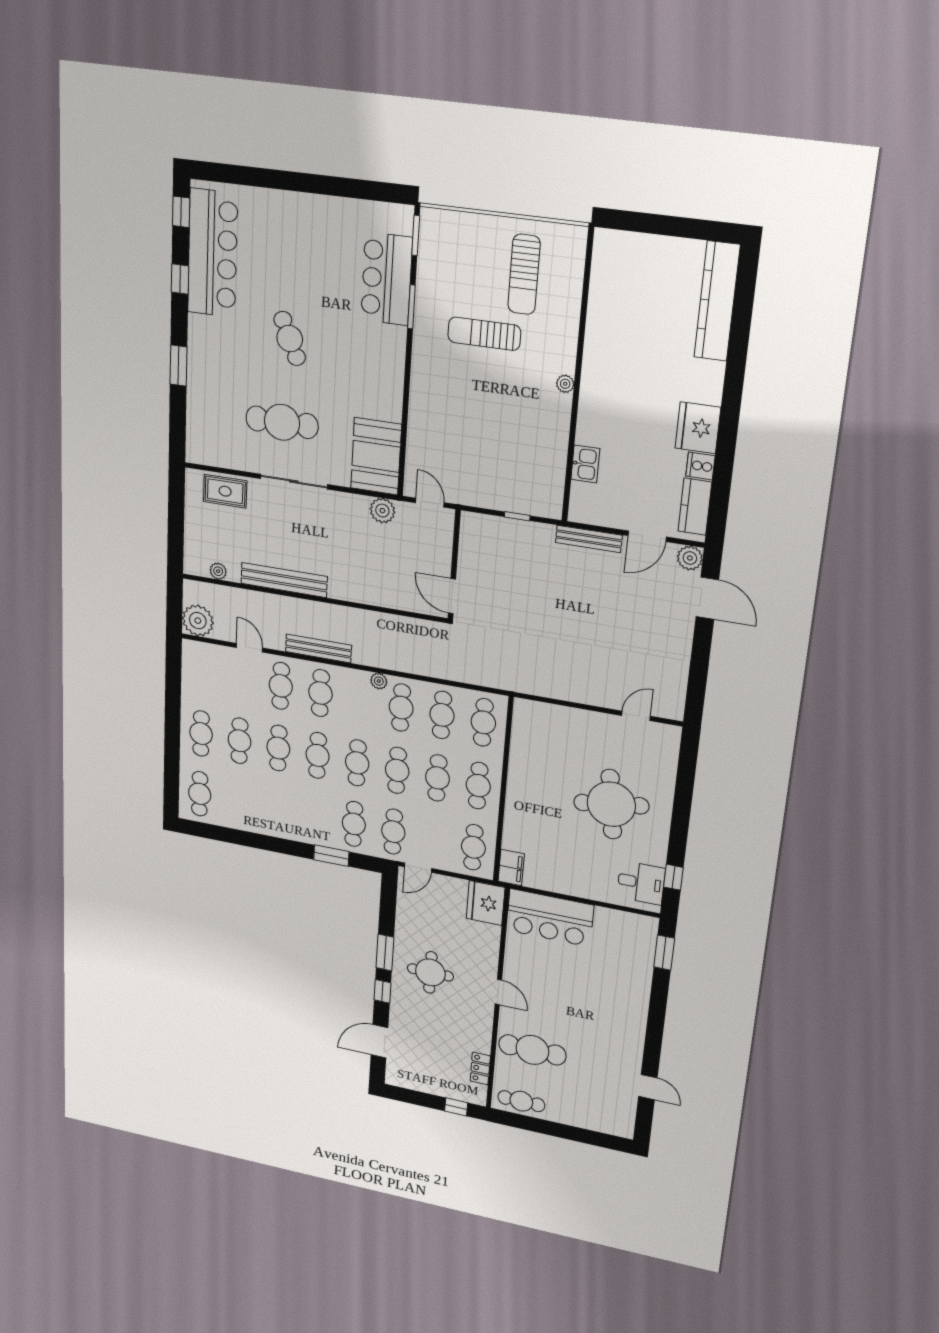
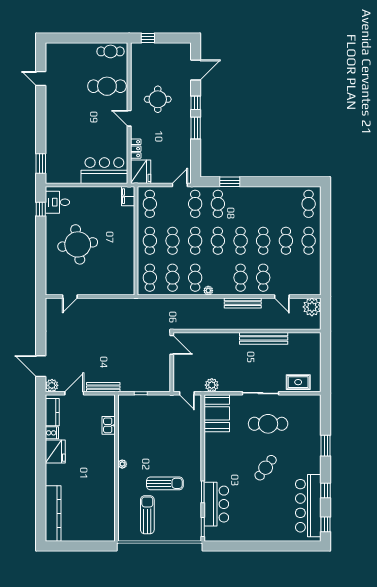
cafe table: (290, 339) -> (266, 468), turned 61
plant: (218, 571) -> (301, 337), removed
round table: (430, 972) -> (158, 99), moved
locker: (480, 1068) -> (136, 149), moved

